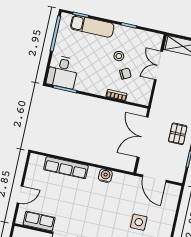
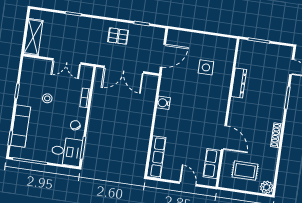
double door: (158, 66) -> (67, 61), moved
chair: (125, 74) -> (75, 125), moved
row of seats: (66, 168) -> (156, 157), moved

